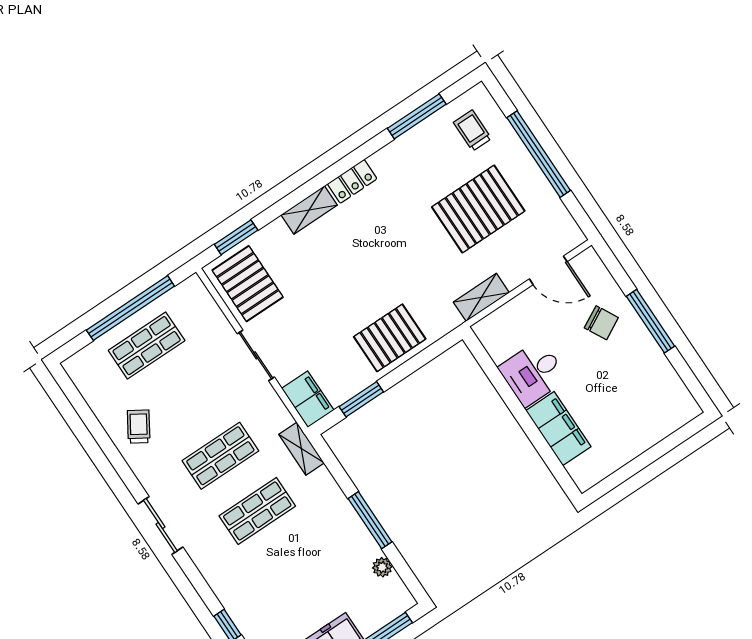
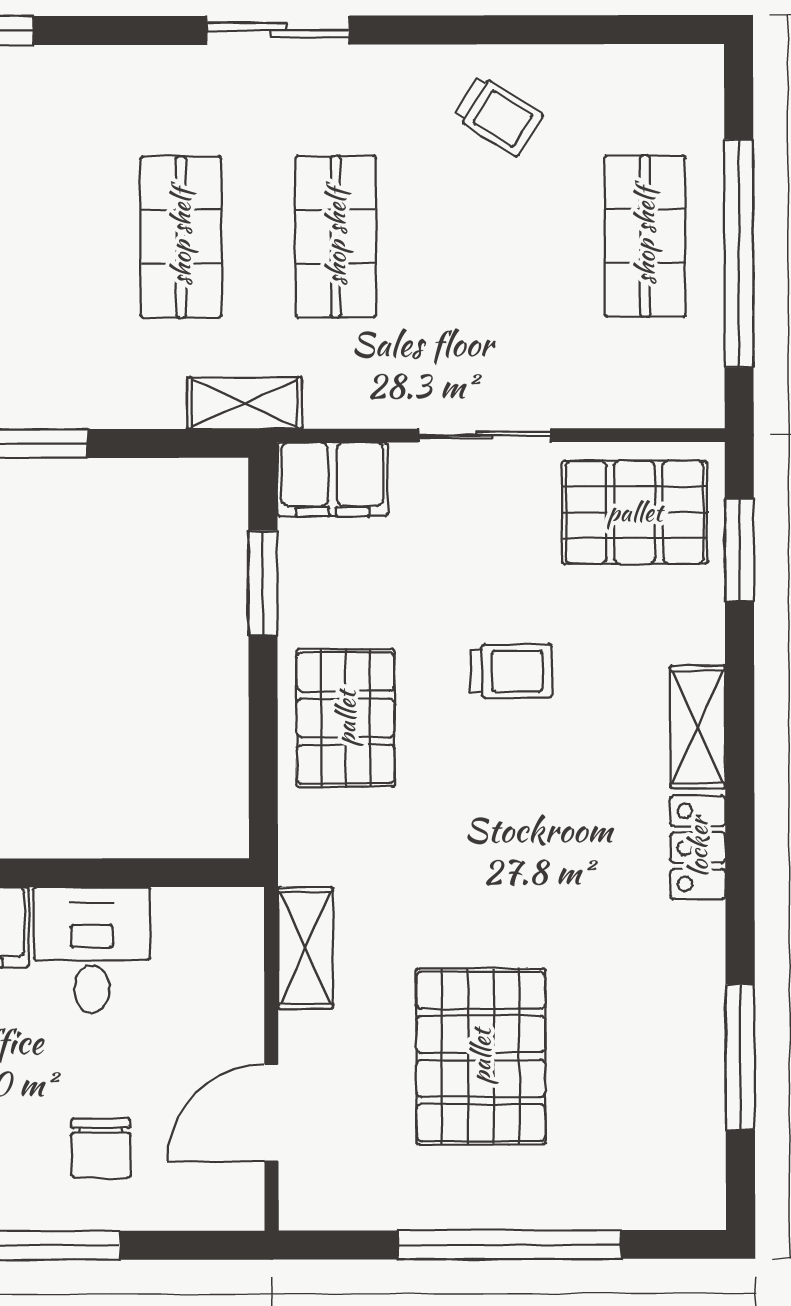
trolley: (472, 130) -> (511, 671), moved
chair: (601, 323) -> (101, 1148), turned -62

